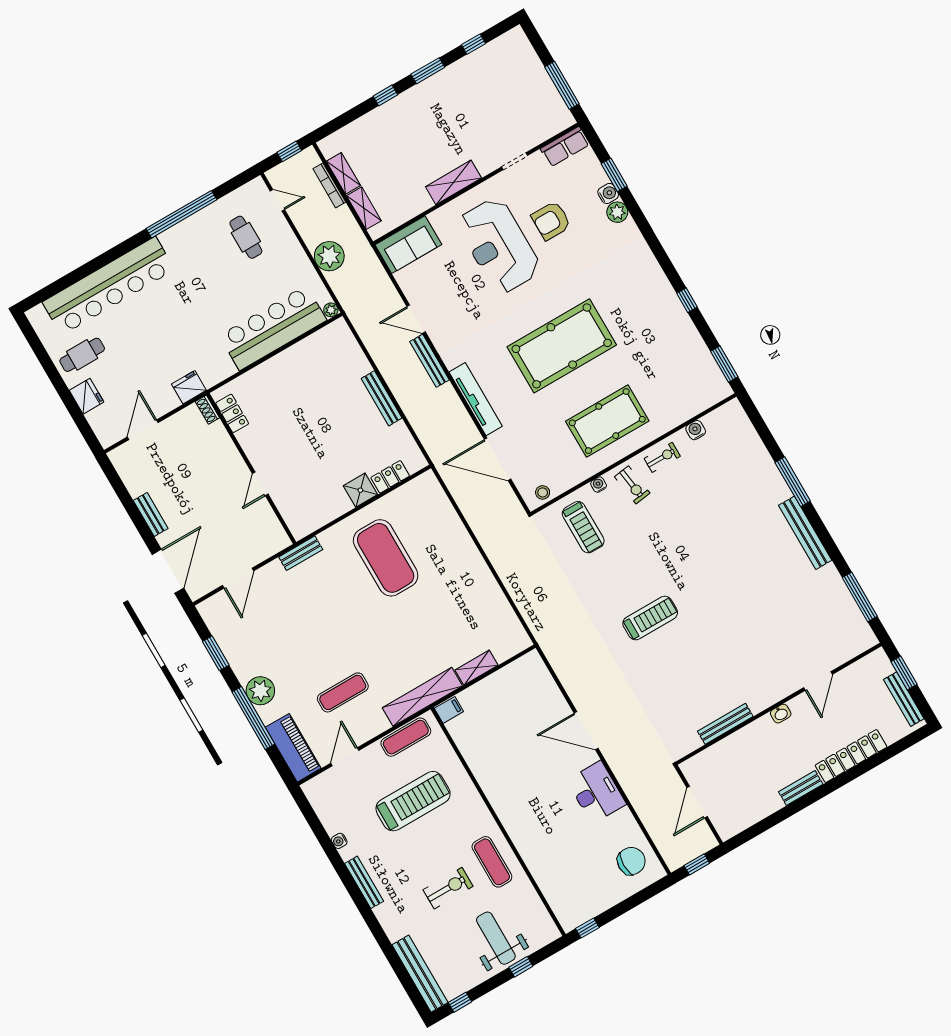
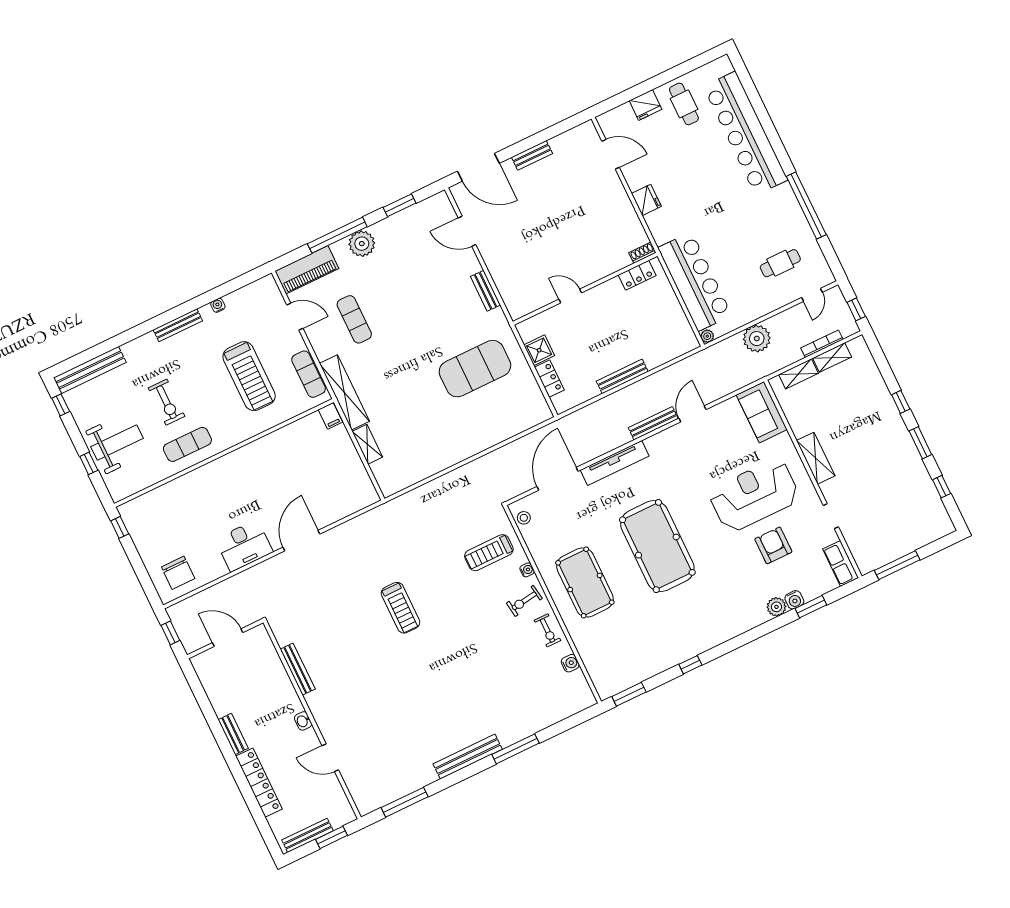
shoe rack: (207, 410) -> (642, 253), moved
locker: (232, 413) -> (637, 275), moved
wall: (251, 468) -> (585, 289), moved
door: (260, 484) -> (570, 296), moved

